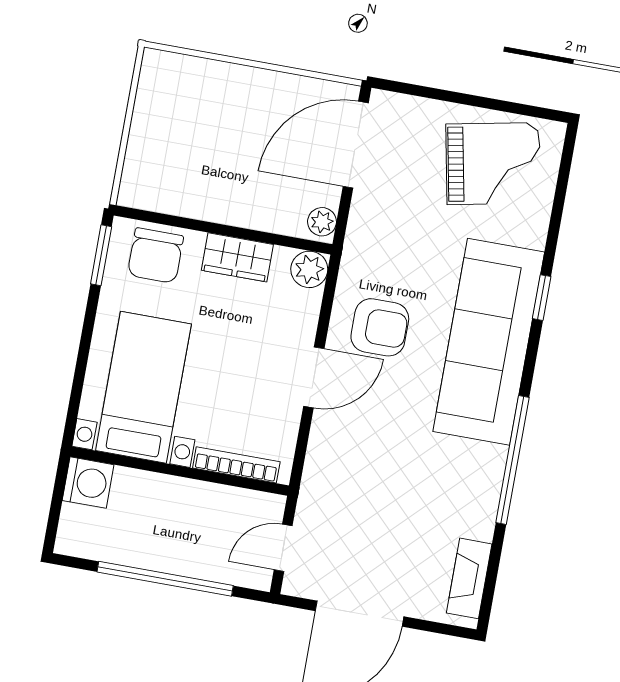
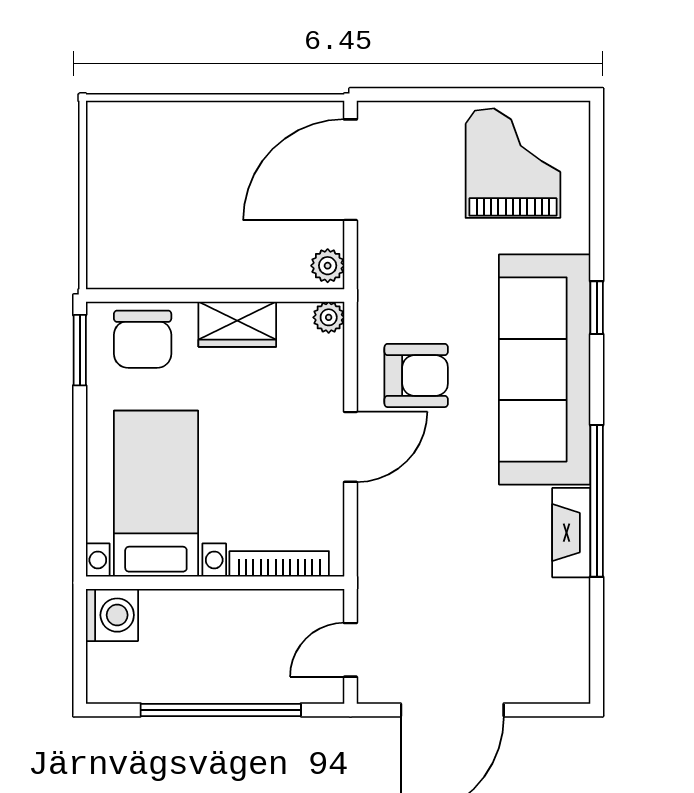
grand piano: (493, 164) -> (513, 163), turned -79
plant: (309, 269) -> (329, 317), width x0.73, depth x0.73
fireplace: (469, 578) -> (571, 533), moved

